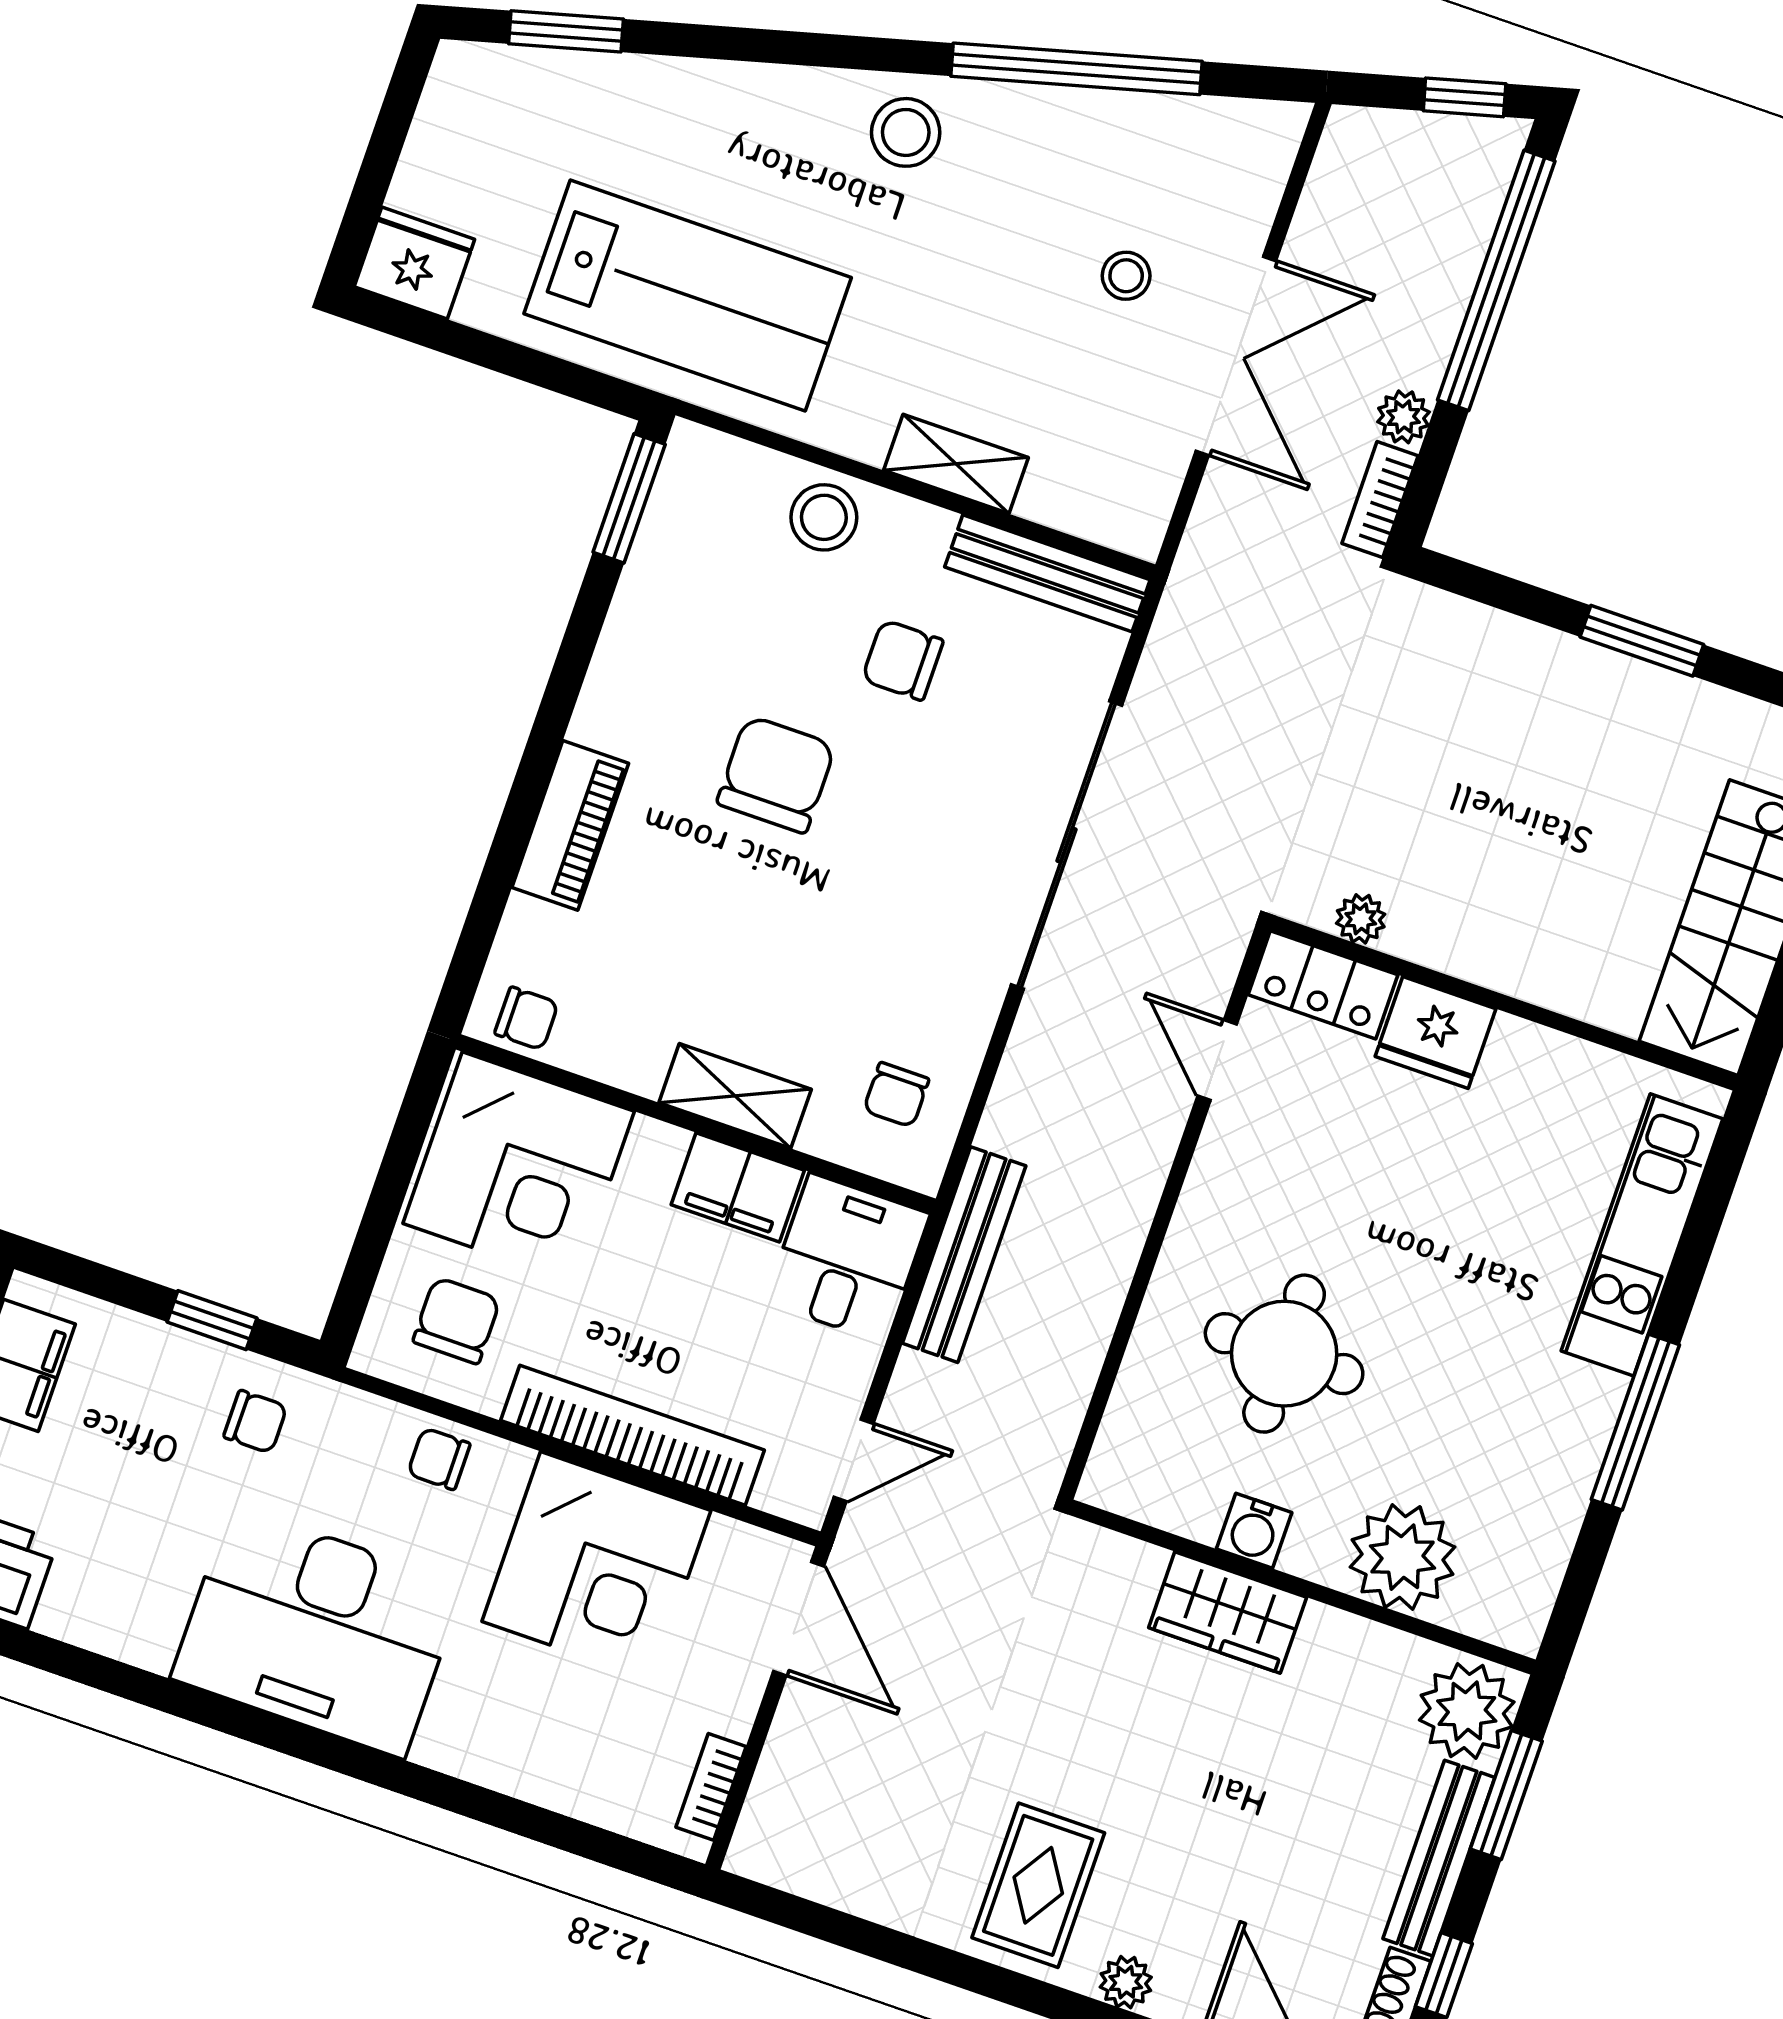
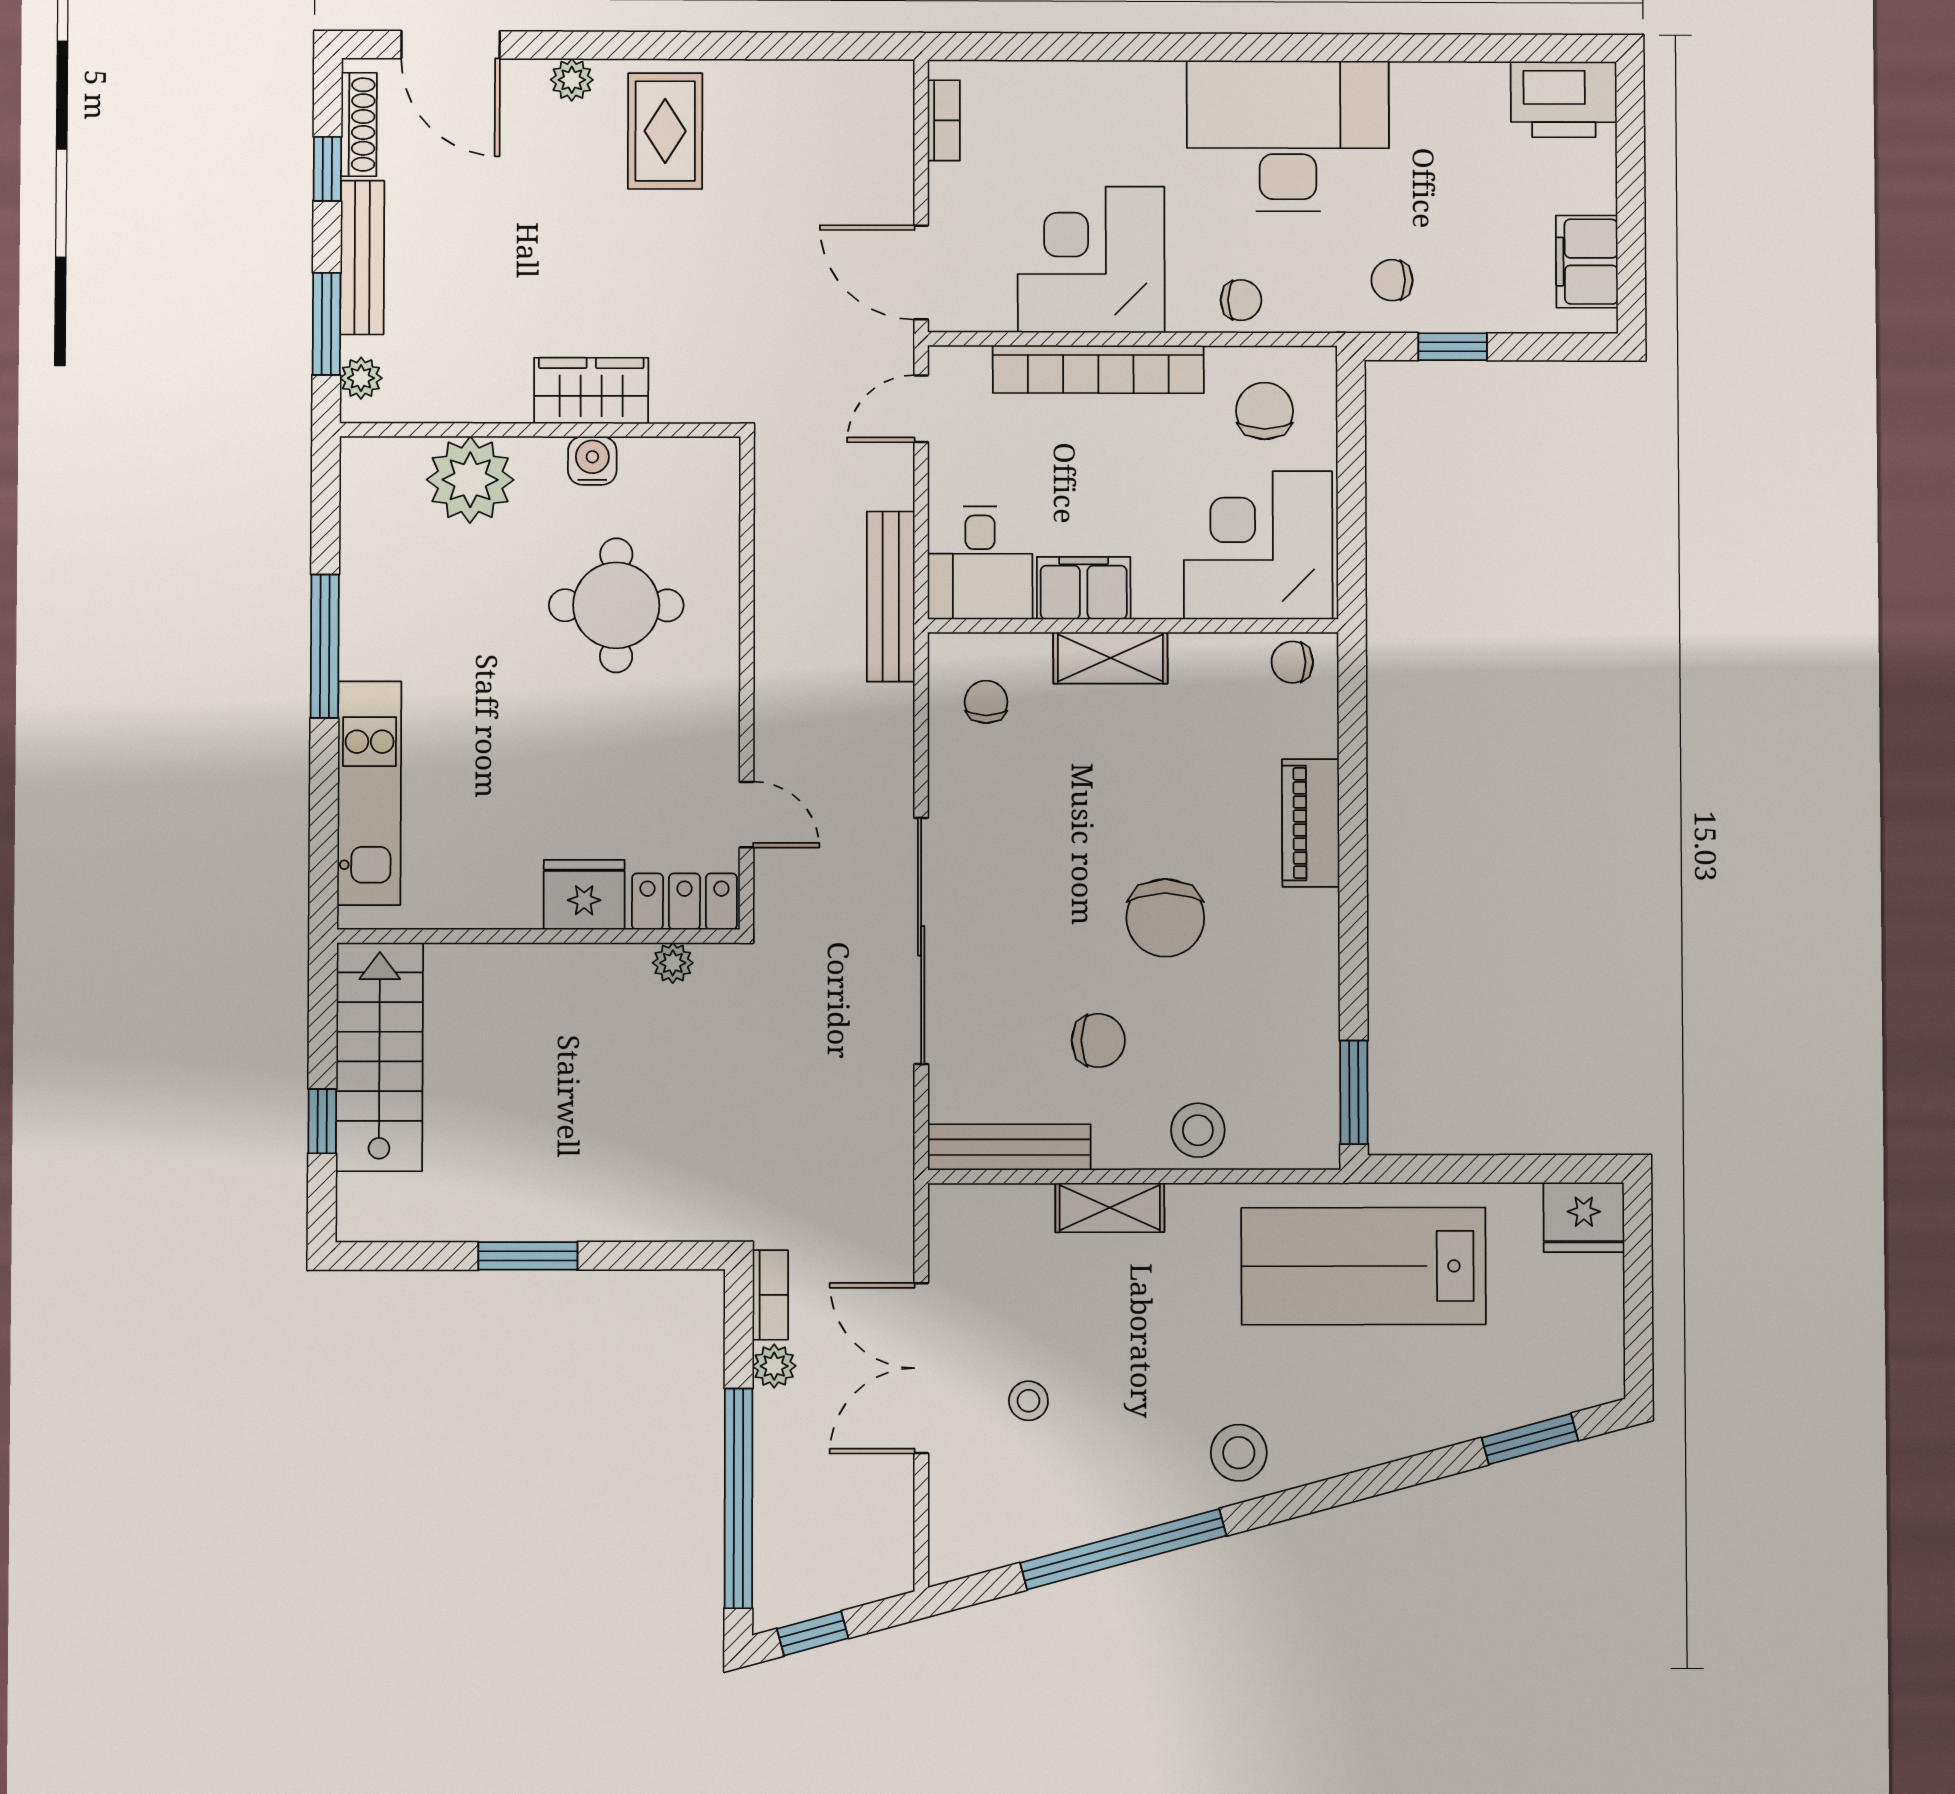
chair: (457, 1320) -> (1265, 411), turned 180
plant: (1467, 1711) -> (361, 378), width x0.53, depth x0.53

